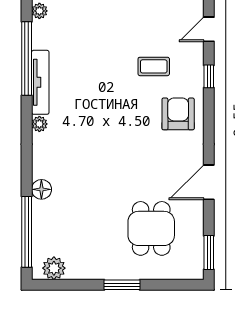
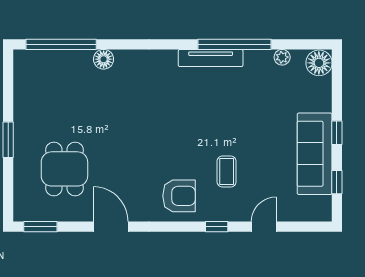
door: (209, 29) -> (264, 227), hinge flipped
plant: (39, 124) -> (169, 57), removed
dining table: (151, 228) -> (64, 169), turned 90
plant: (54, 268) -> (25, 72), removed

